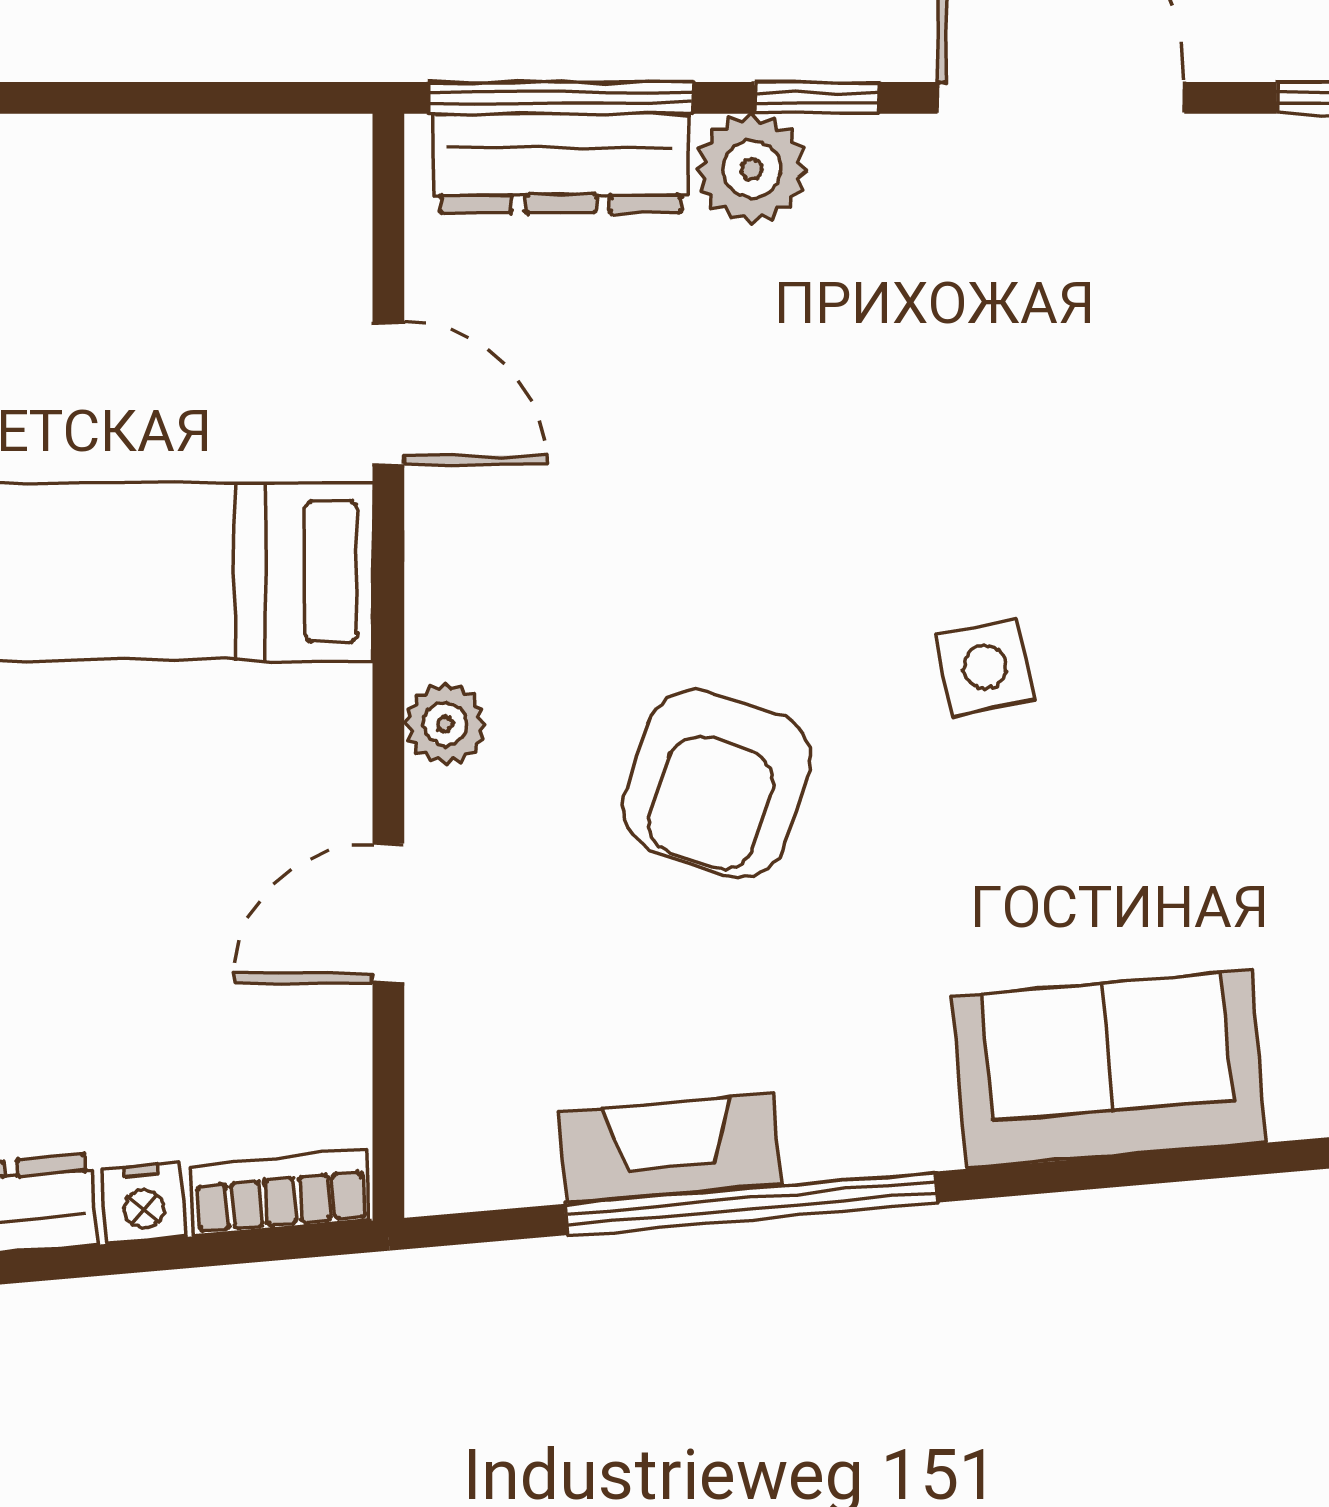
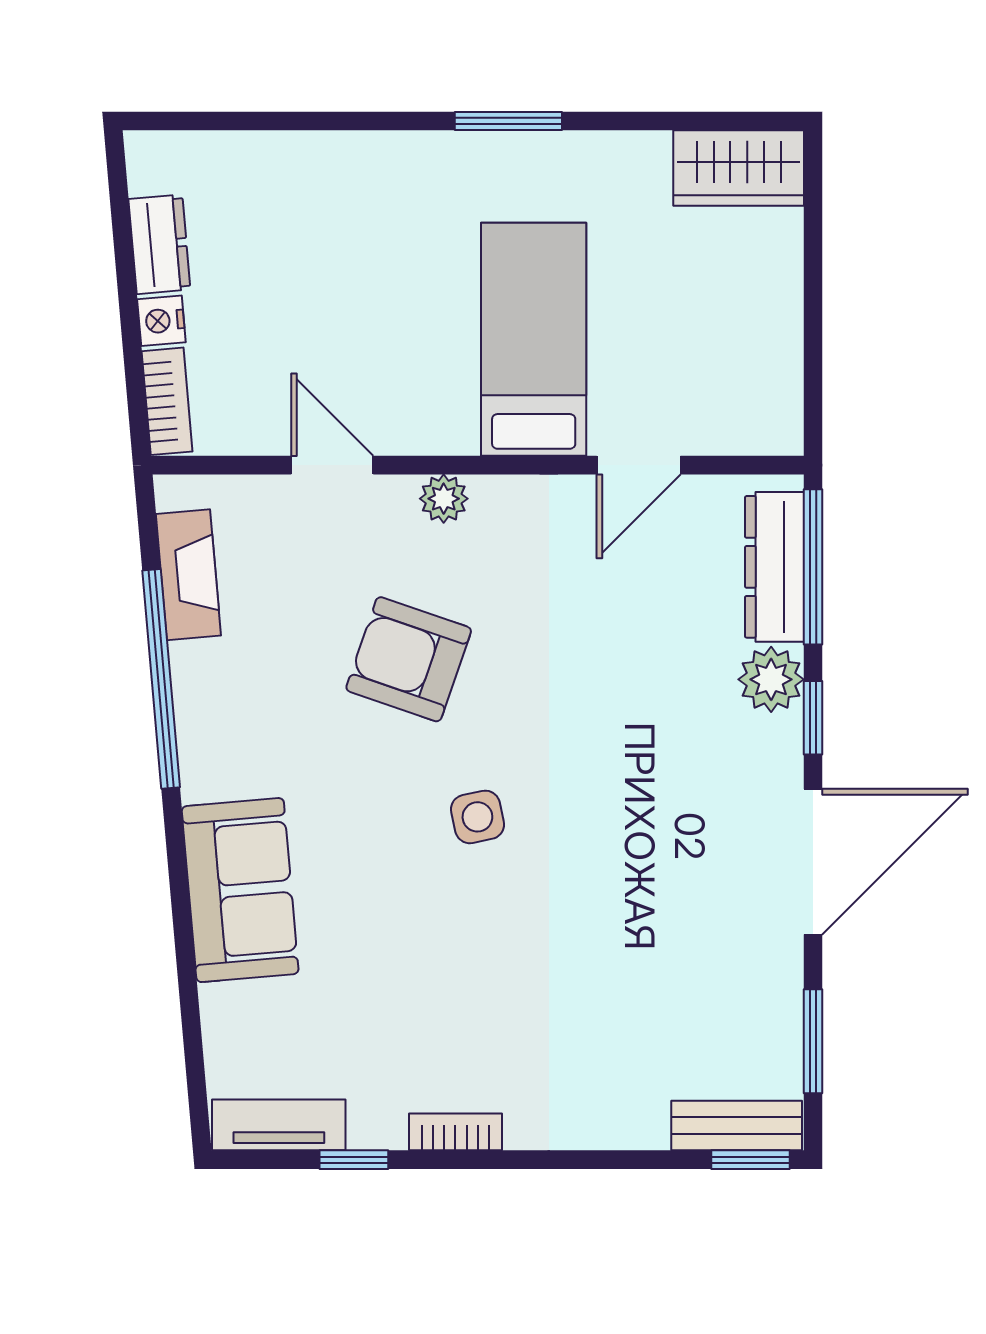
fireplace: (670, 1149) -> (188, 575), moved

